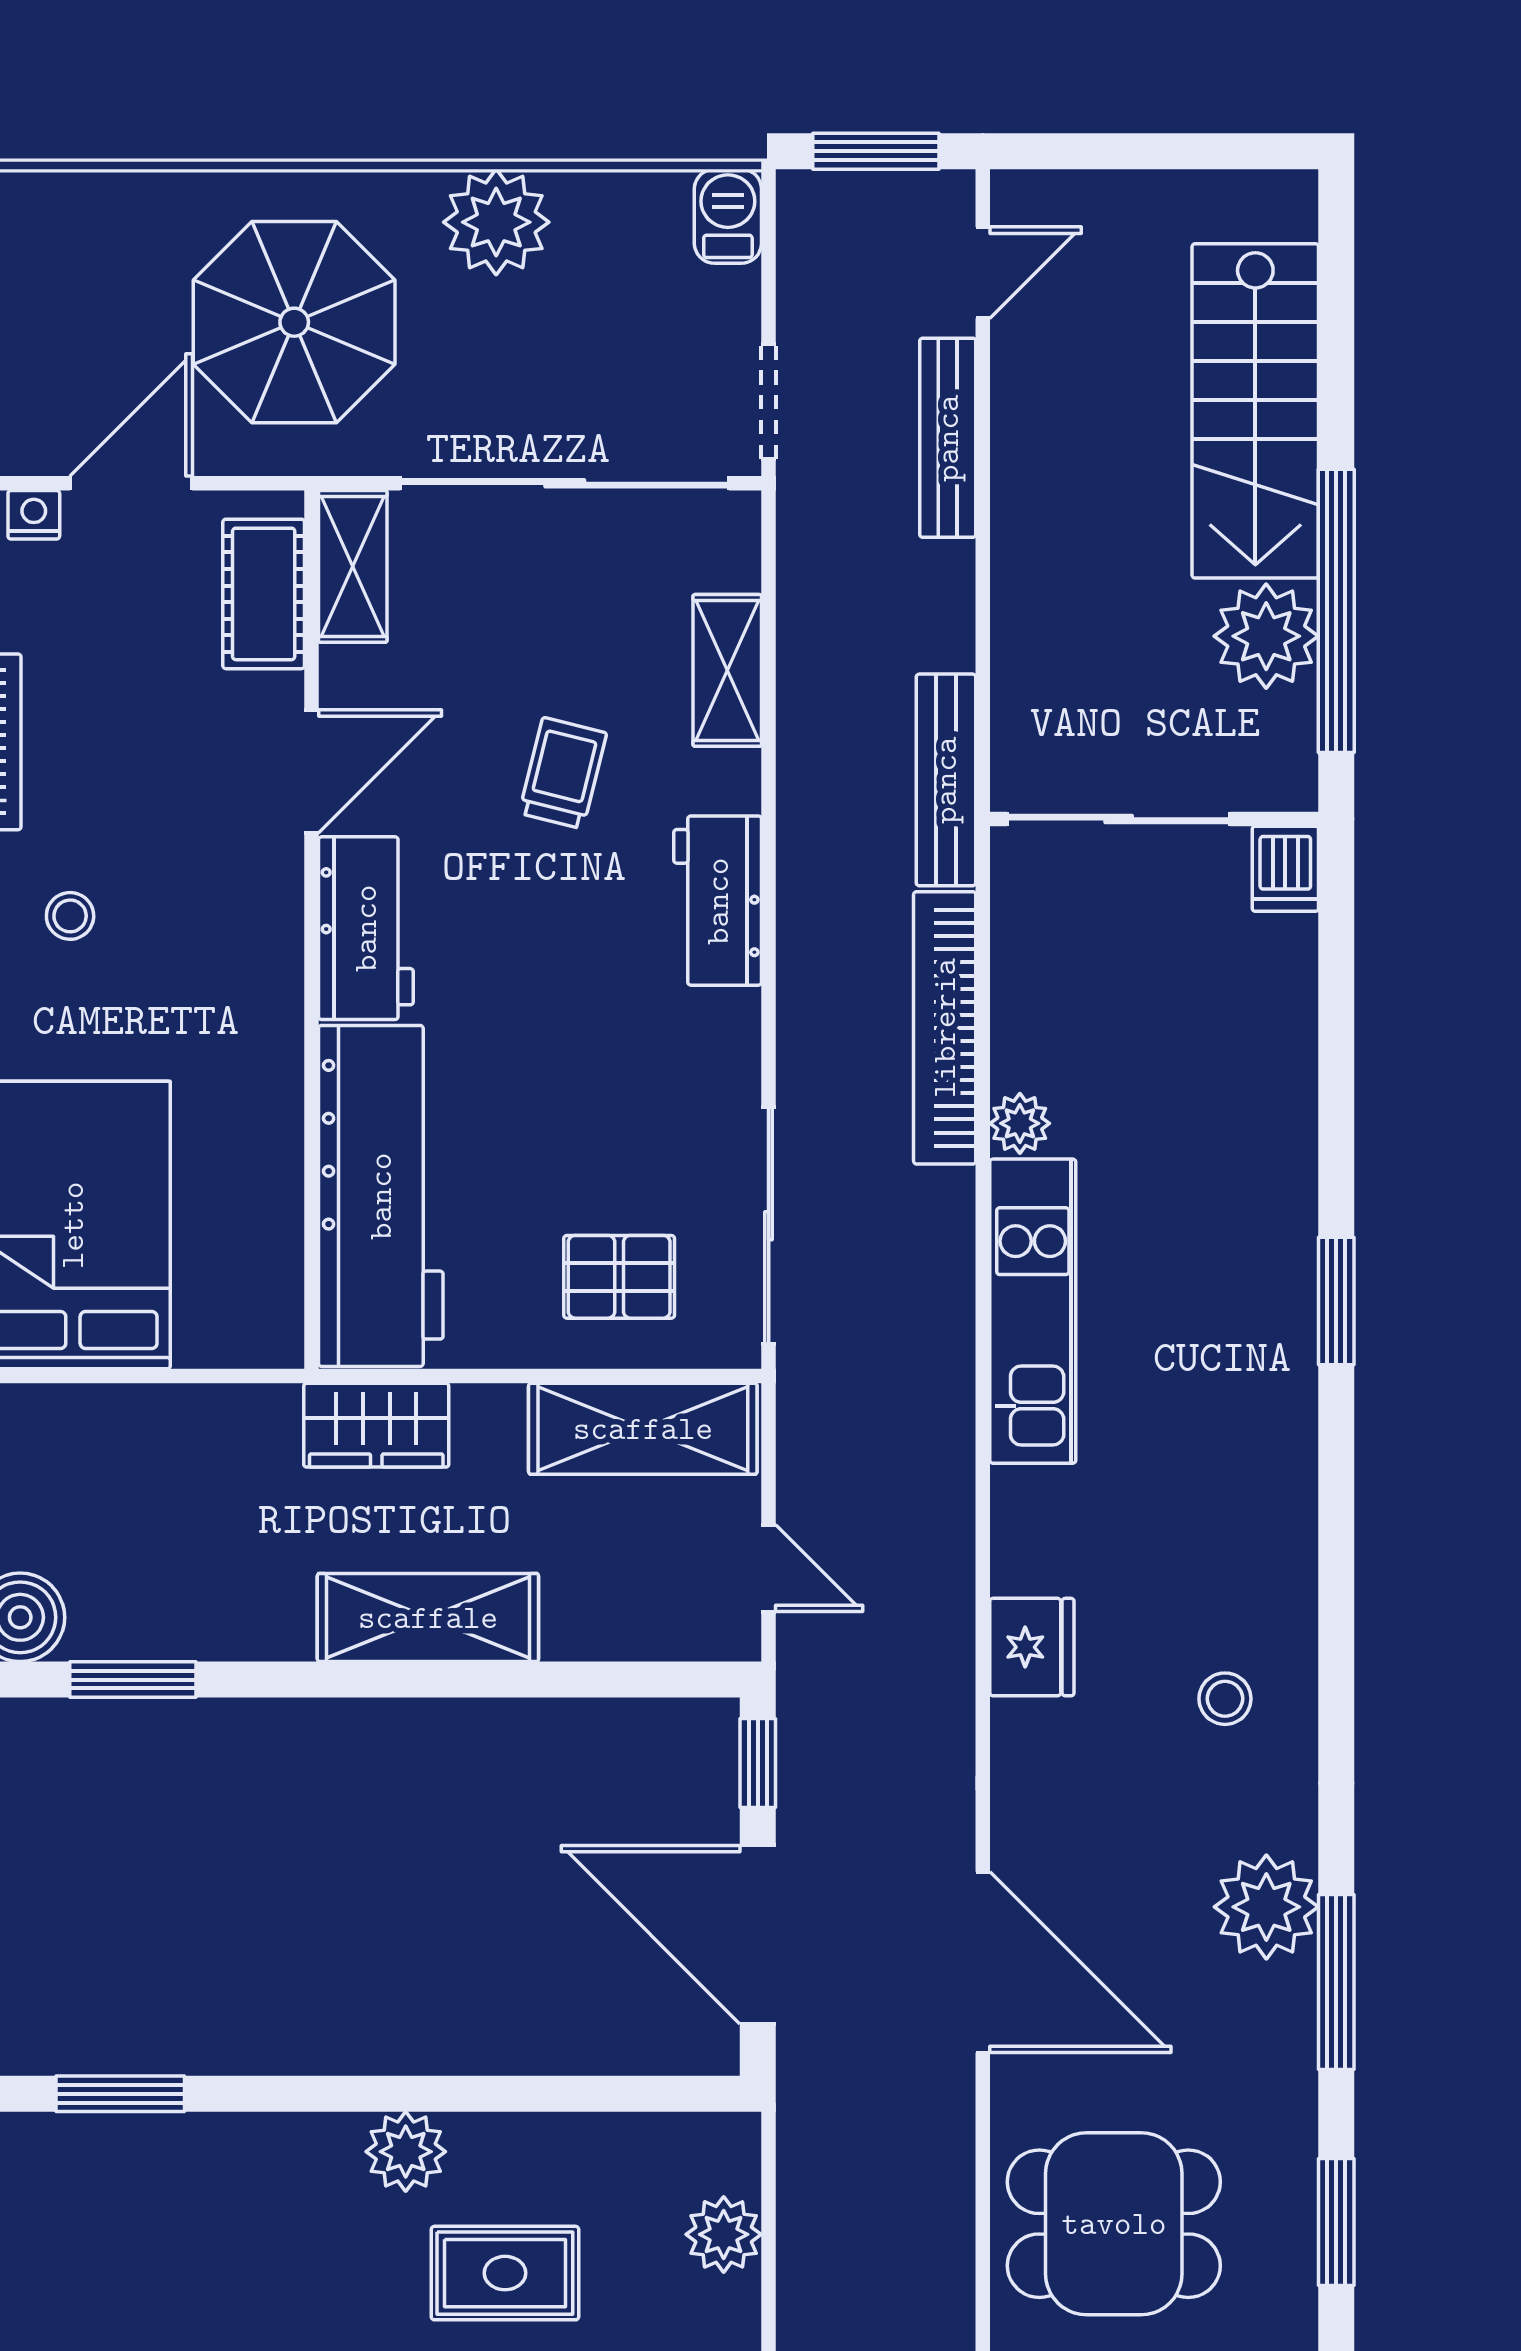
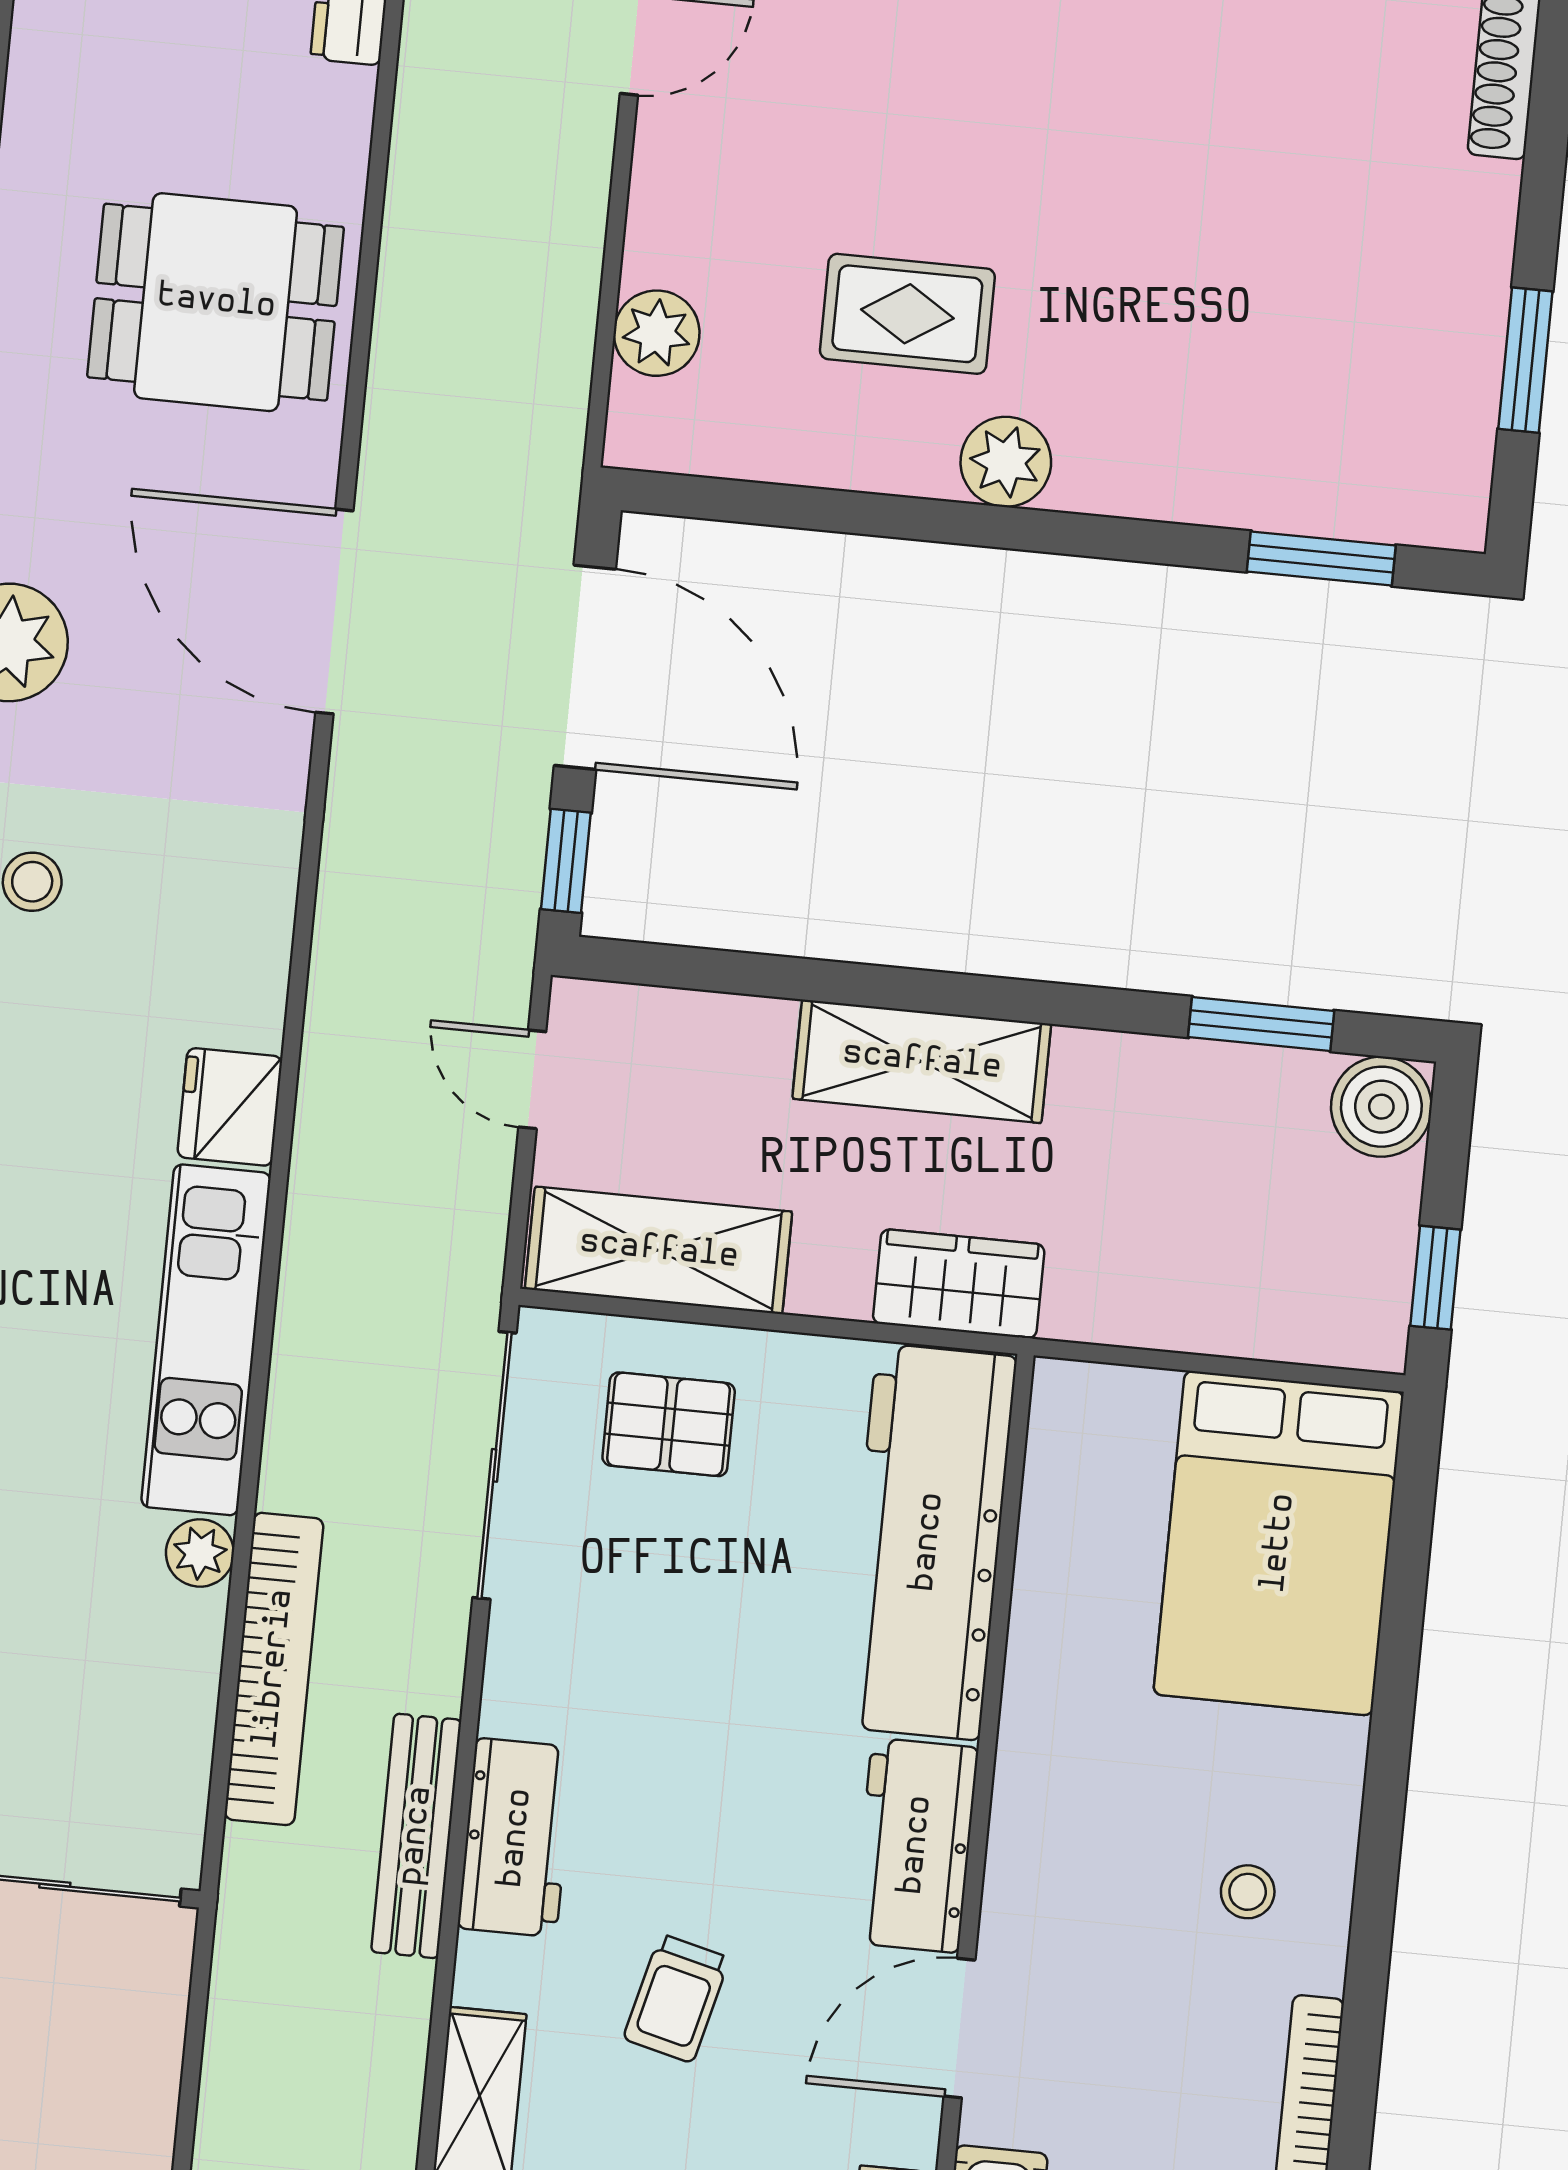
bench: (946, 780) -> (416, 1836), moved
fridge: (1032, 1647) -> (230, 1107), moved

